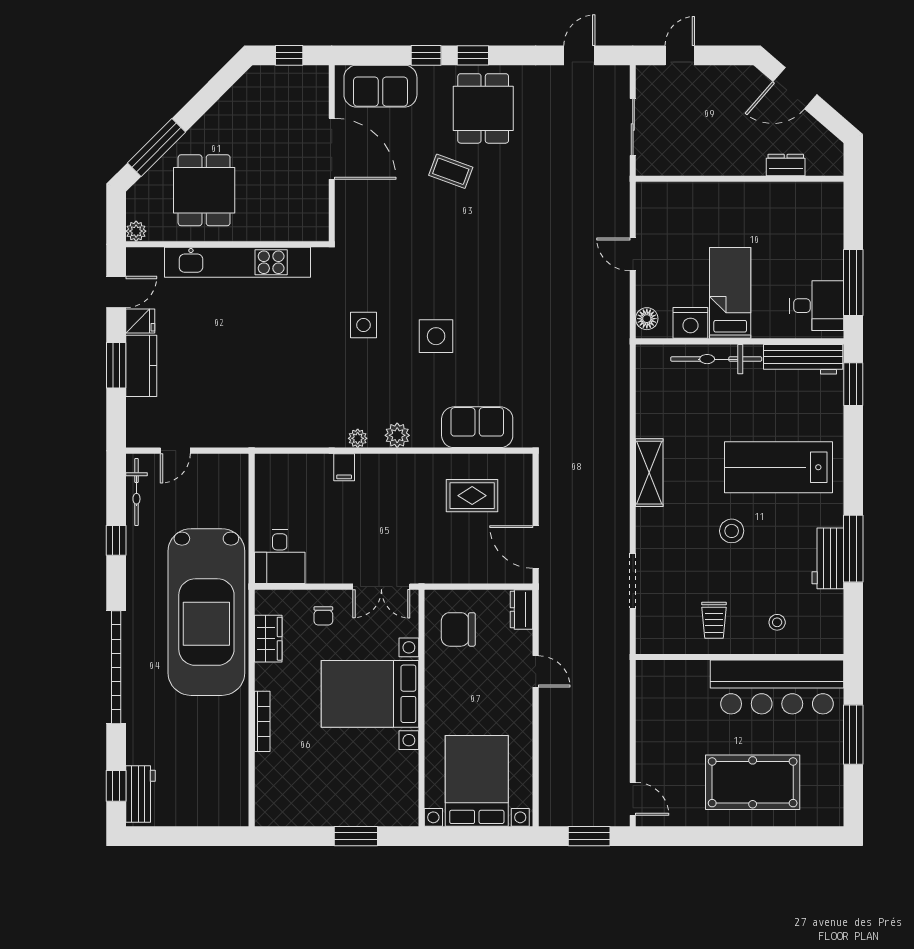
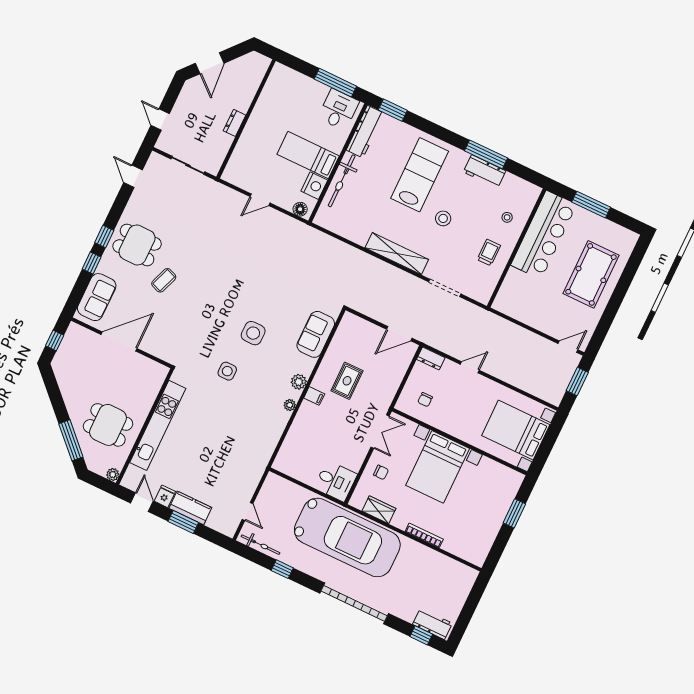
dresser: (786, 165) -> (235, 123), moved
filing cabinet: (344, 467) -> (314, 396), moved
lab bench: (778, 467) -> (420, 175), turned 180
shelving: (649, 473) -> (397, 254), width x1.47
rug: (472, 496) -> (347, 381), moved
trolley: (714, 620) -> (489, 253), turned -90
chair: (458, 629) -> (425, 400), width x0.54, depth x0.54

